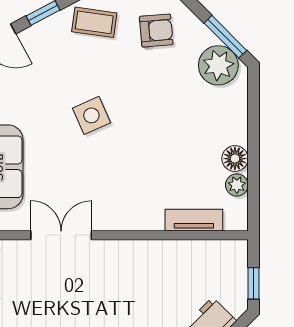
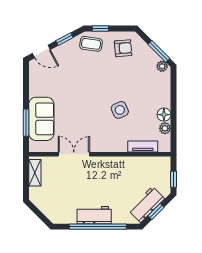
plant: (218, 65) -> (162, 66), width x0.53, depth x0.53
side table: (91, 115) -> (120, 110), moved

